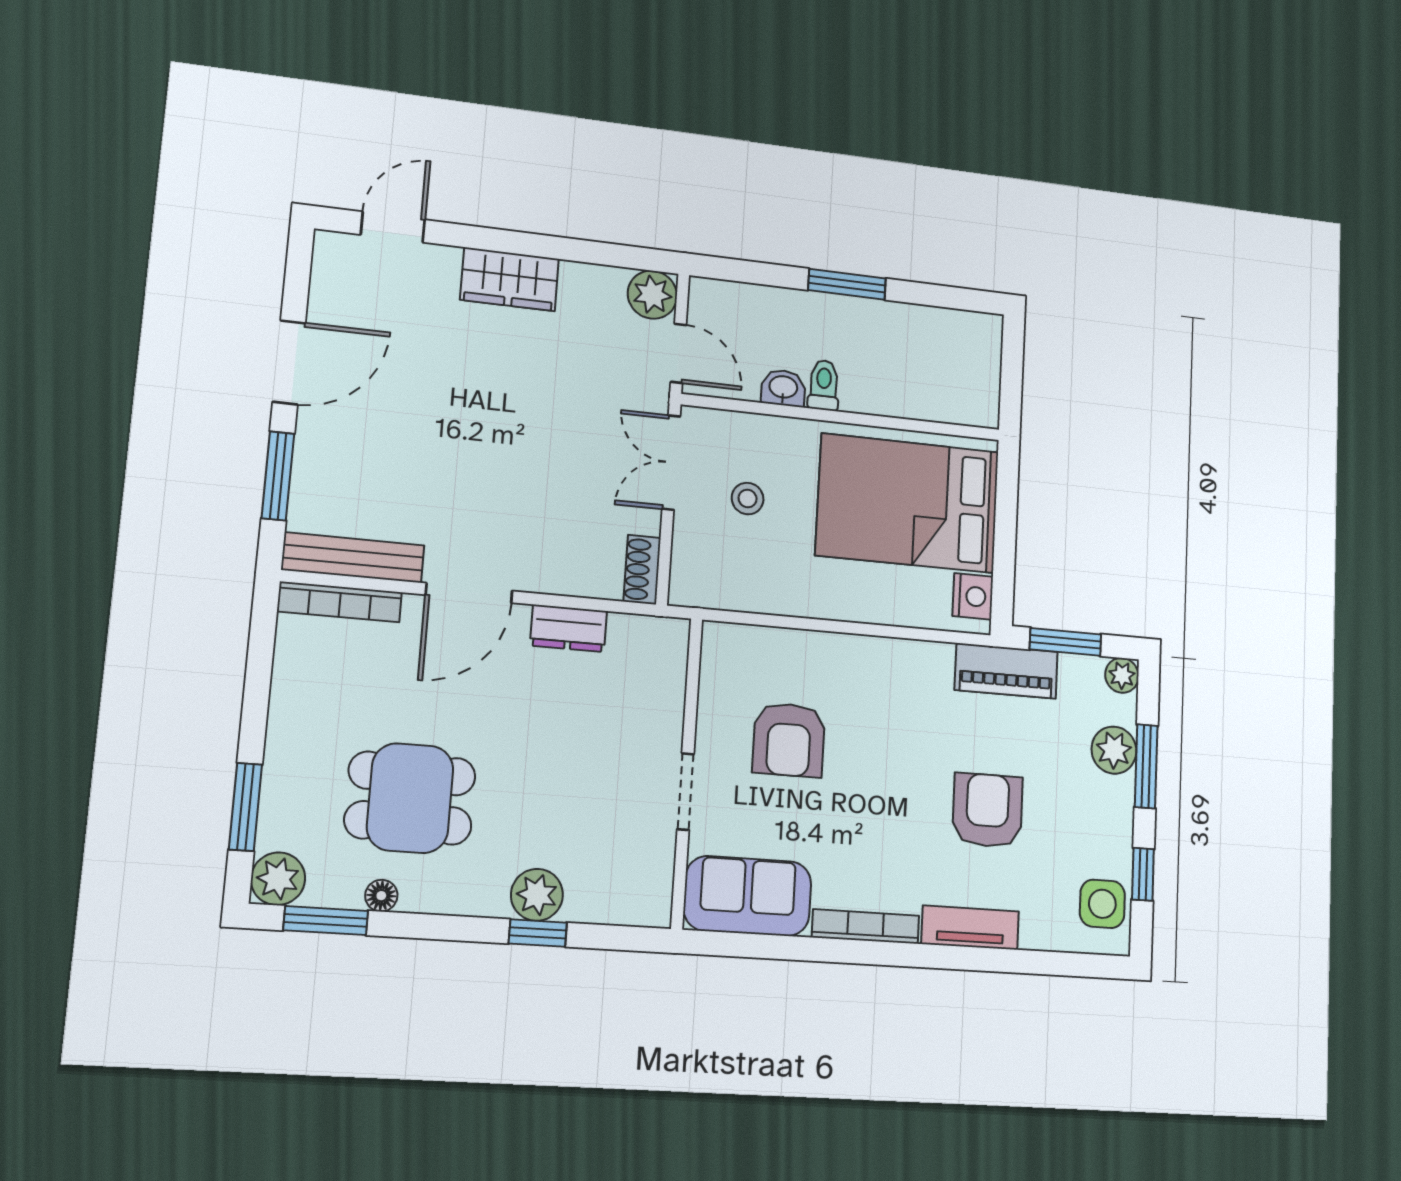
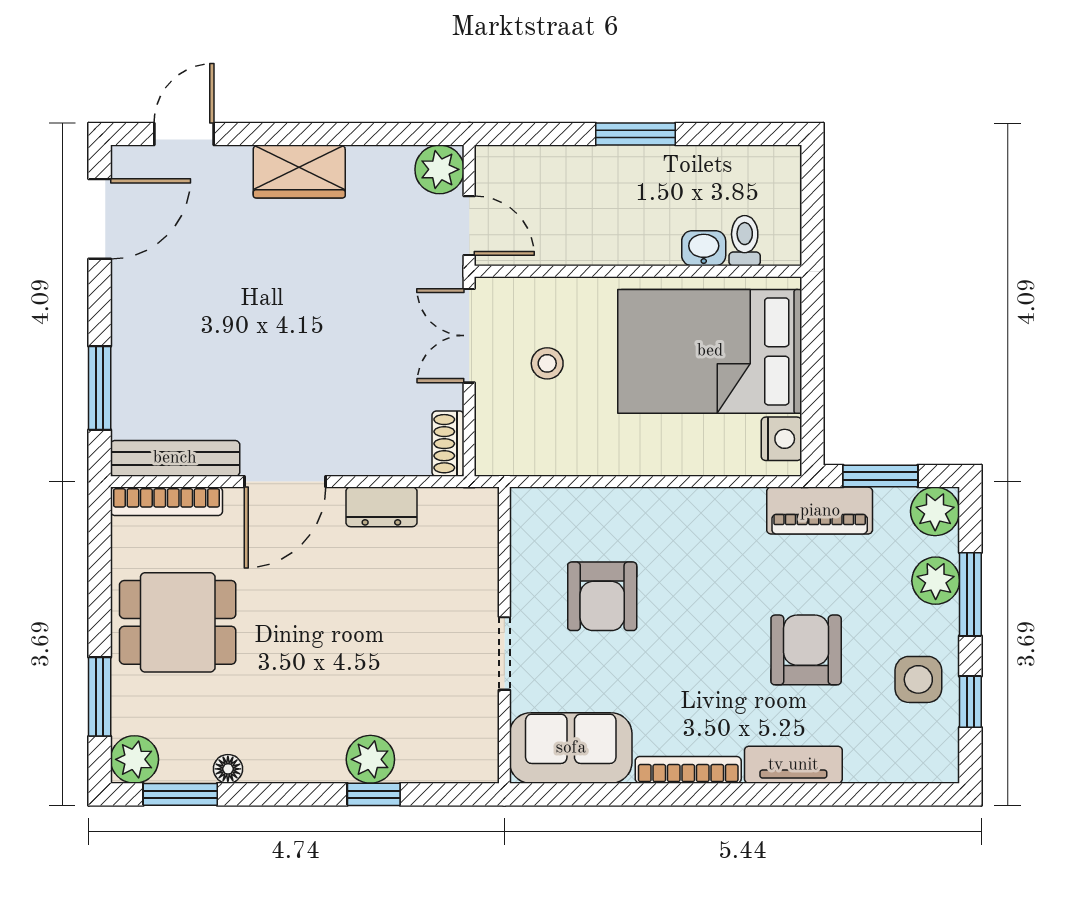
door: (289, 362) -> (100, 219), moved
toilet: (824, 385) -> (745, 241), moved
washbasin: (783, 388) -> (704, 248), moved
plant: (1122, 675) -> (935, 511), width x1.38, depth x1.38
dining table: (410, 798) -> (178, 622), moved
side table: (1102, 904) -> (918, 679), moved

